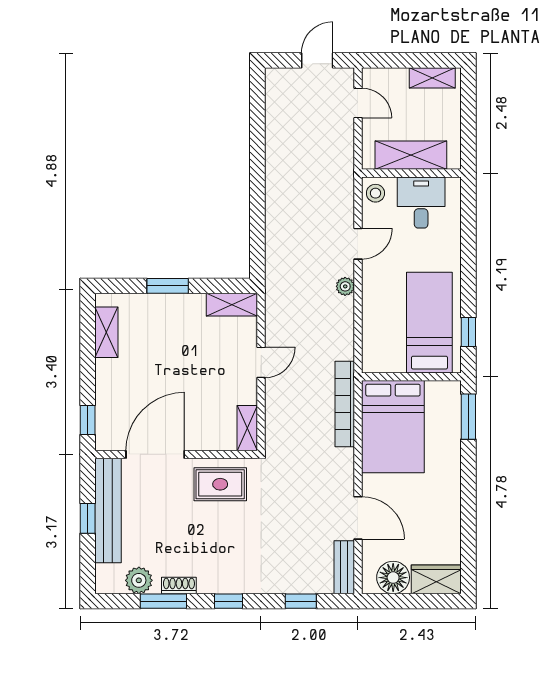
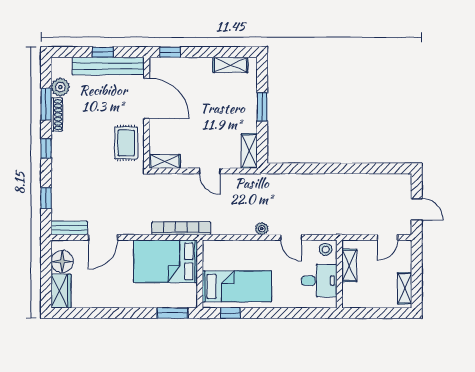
shelving: (411, 155) -> (349, 265), width x0.67, depth x0.75
shoe rack: (179, 585) -> (57, 115), width x1.43

